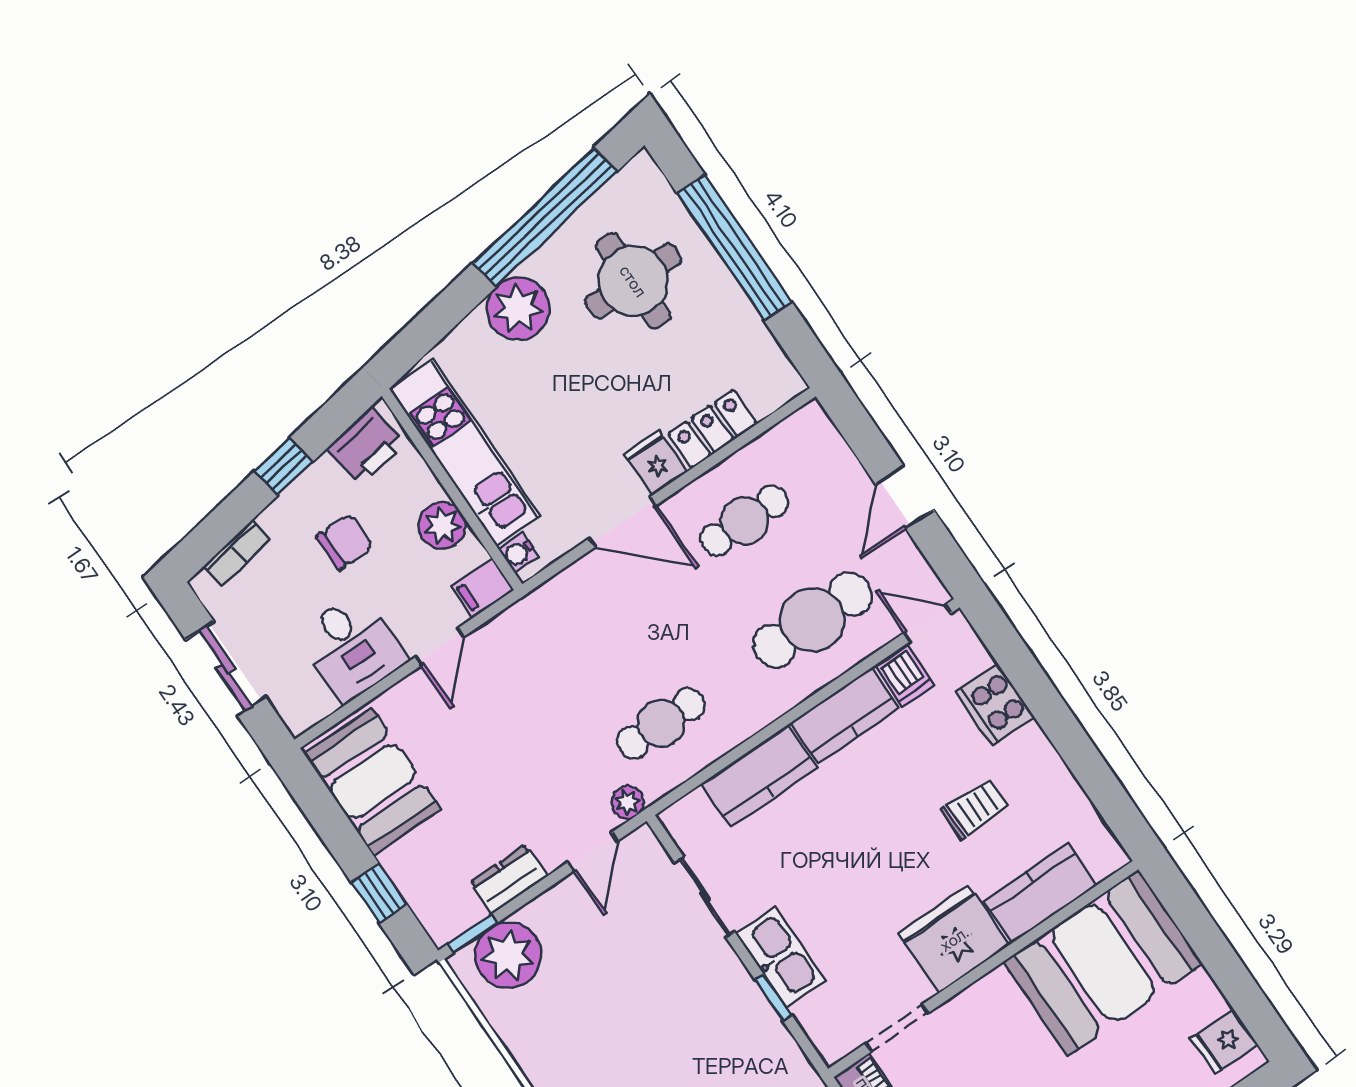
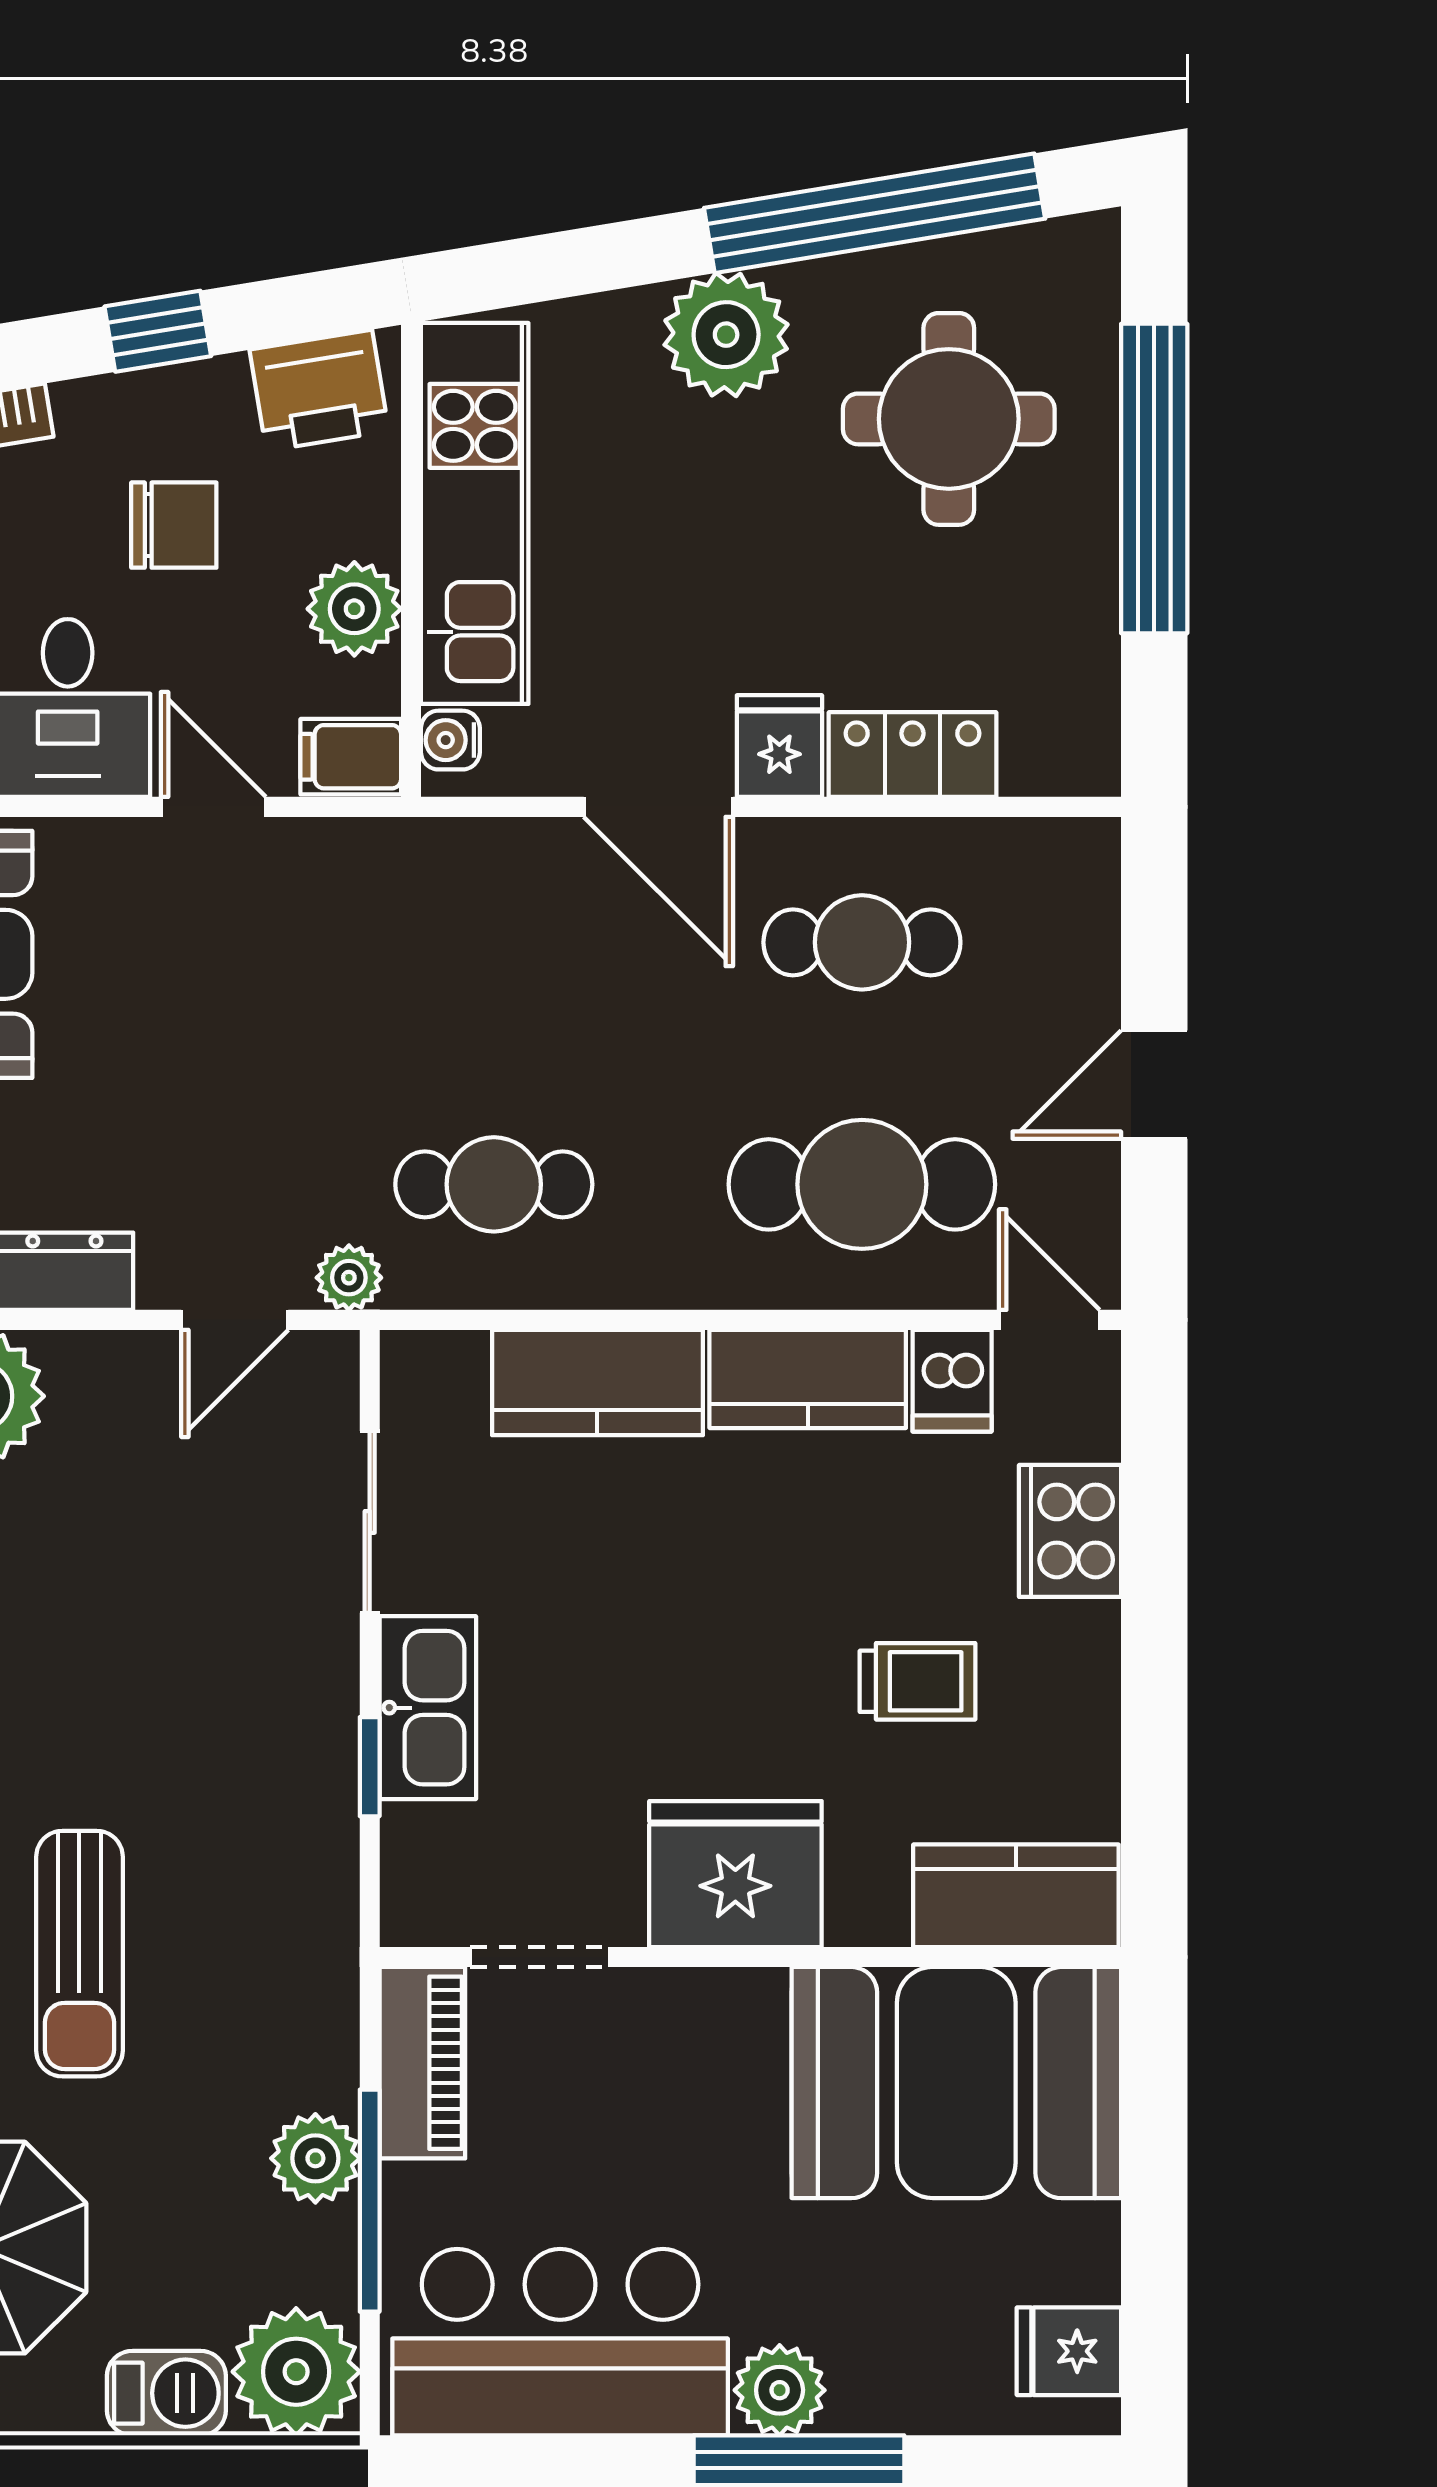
door: (440, 647) -> (213, 807), swing flipped
kitchen counter: (1040, 893) -> (1016, 1896), moved

